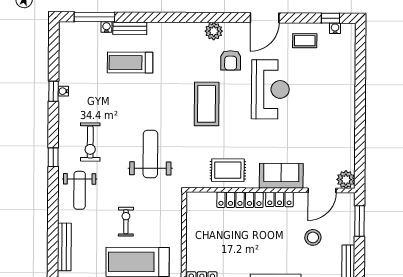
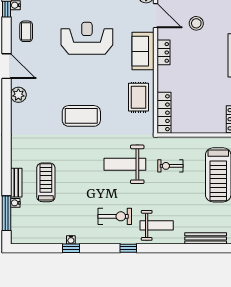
plant: (214, 31) -> (18, 95), moved
armchair: (231, 60) -> (43, 95), removed
treadmill: (130, 63) -> (46, 182), turned 180
reception desk: (270, 89) -> (87, 38), moved
locker: (240, 200) -> (164, 113), moved
exercise bike: (126, 222) -> (170, 166), moved

